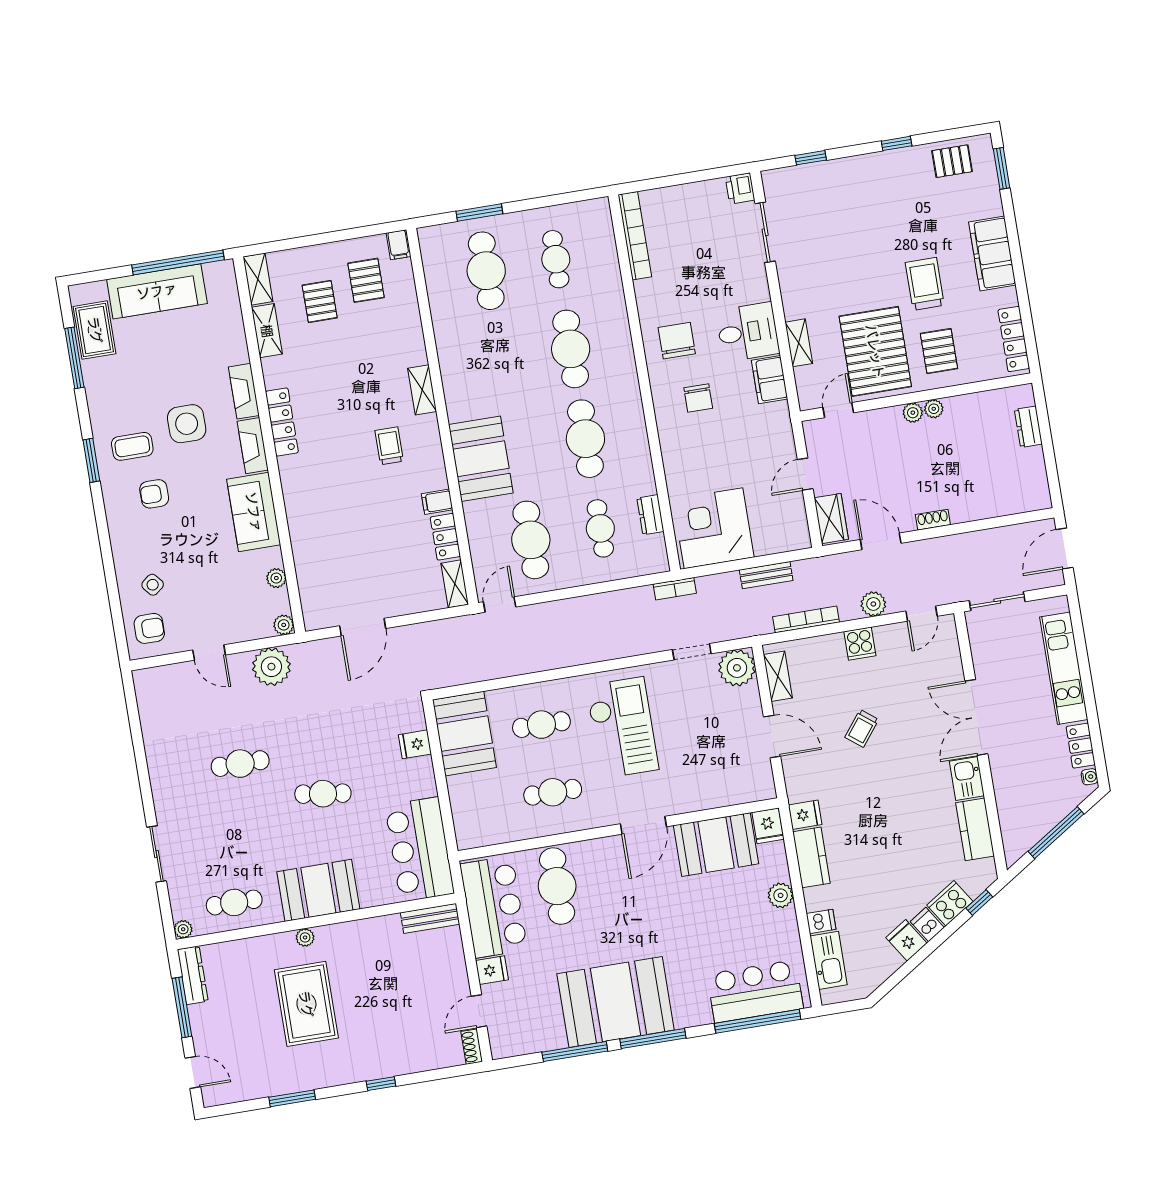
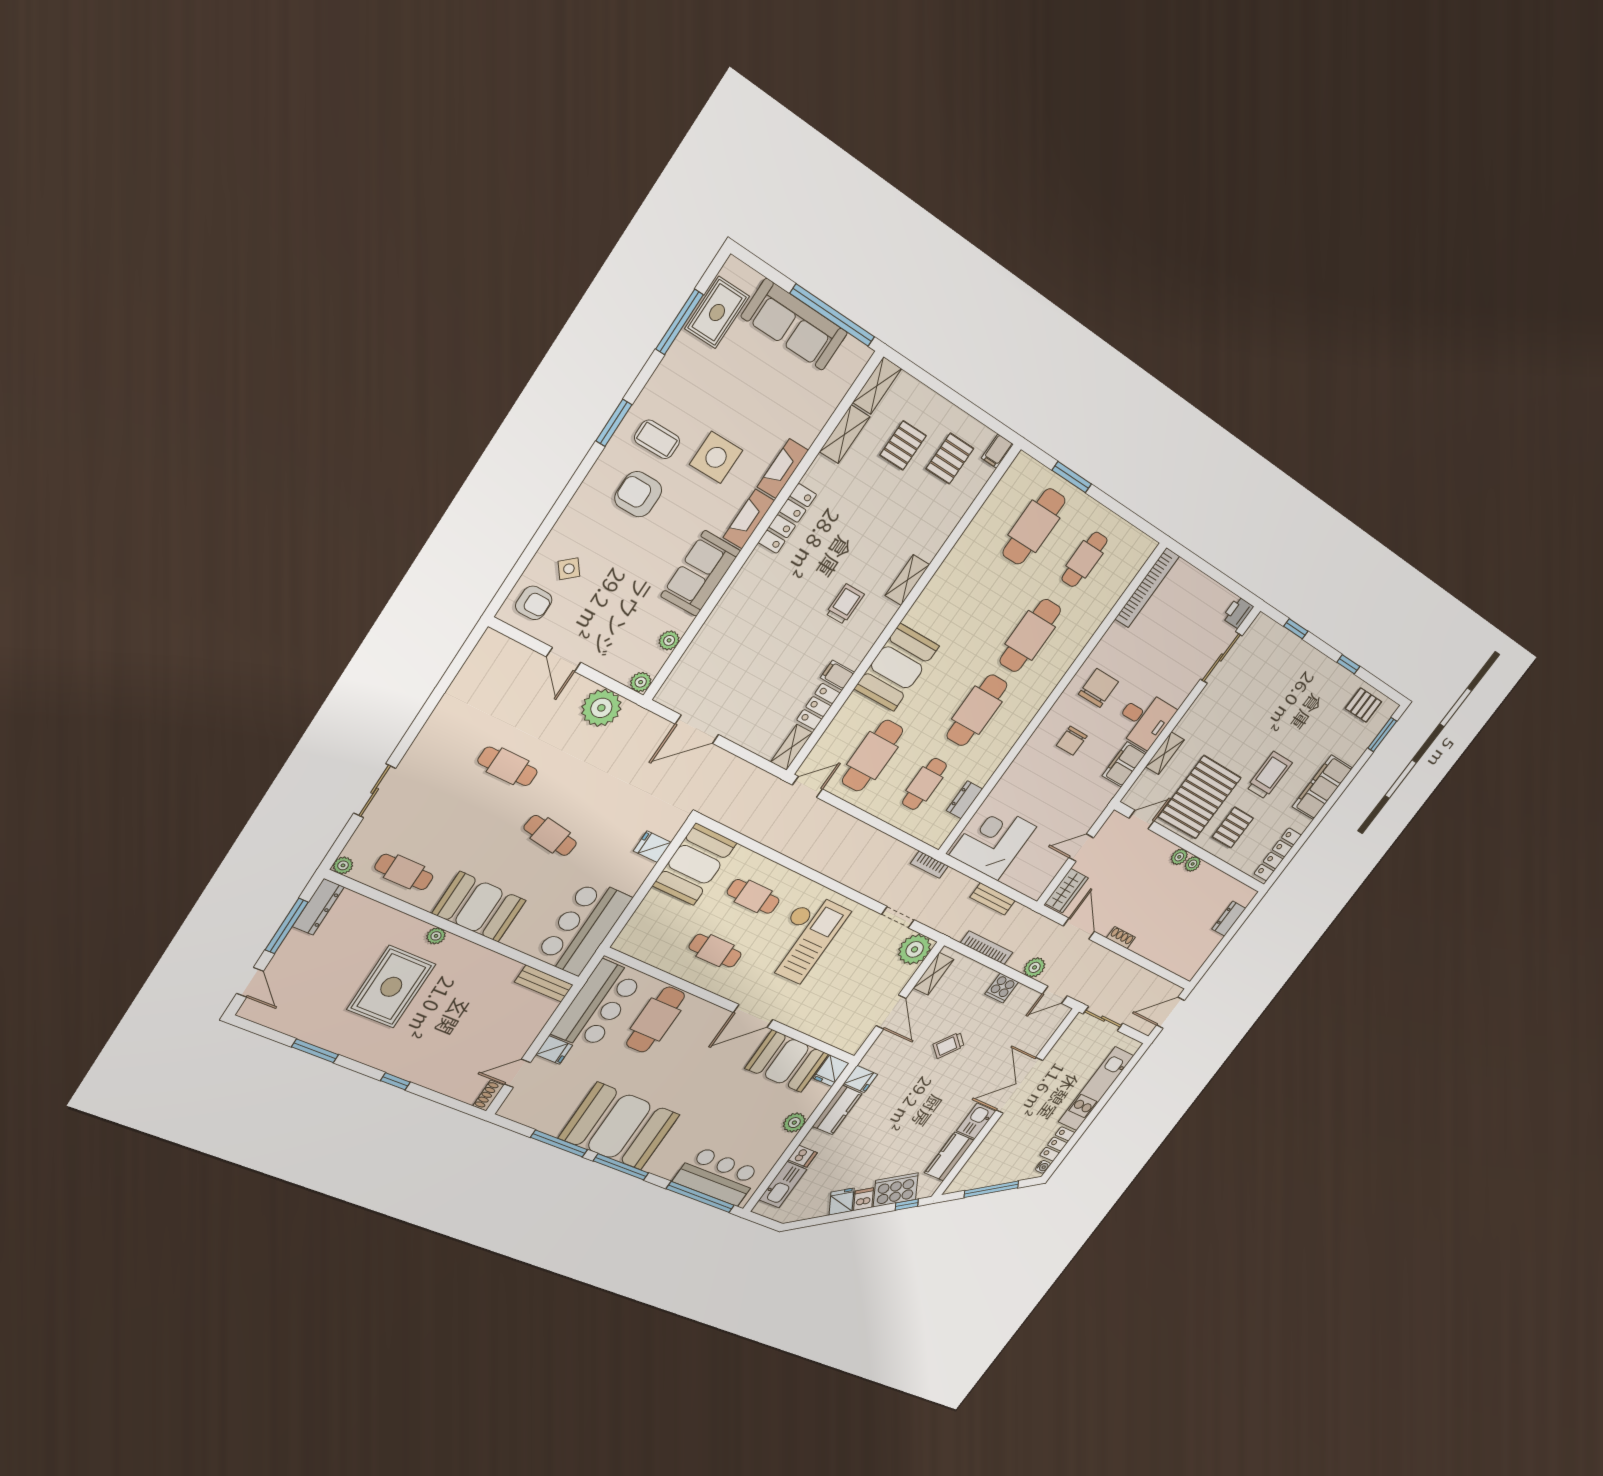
armchair: (154, 494) -> (638, 494), width x1.38, depth x1.38
cooker: (950, 903) -> (896, 1190), width x1.37, depth x1.31

